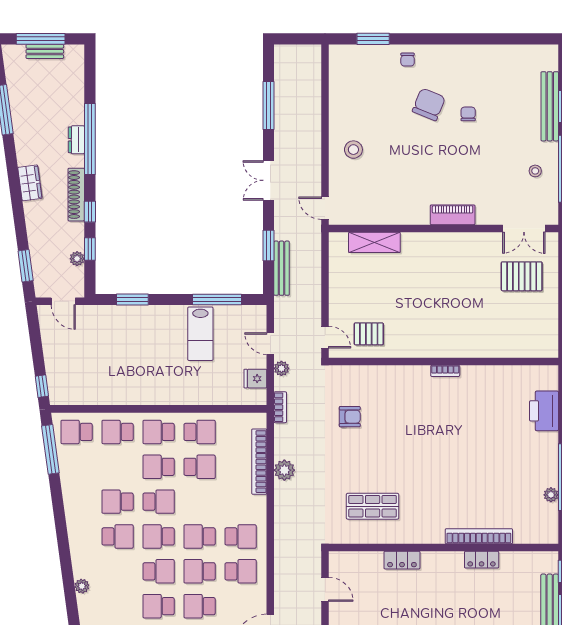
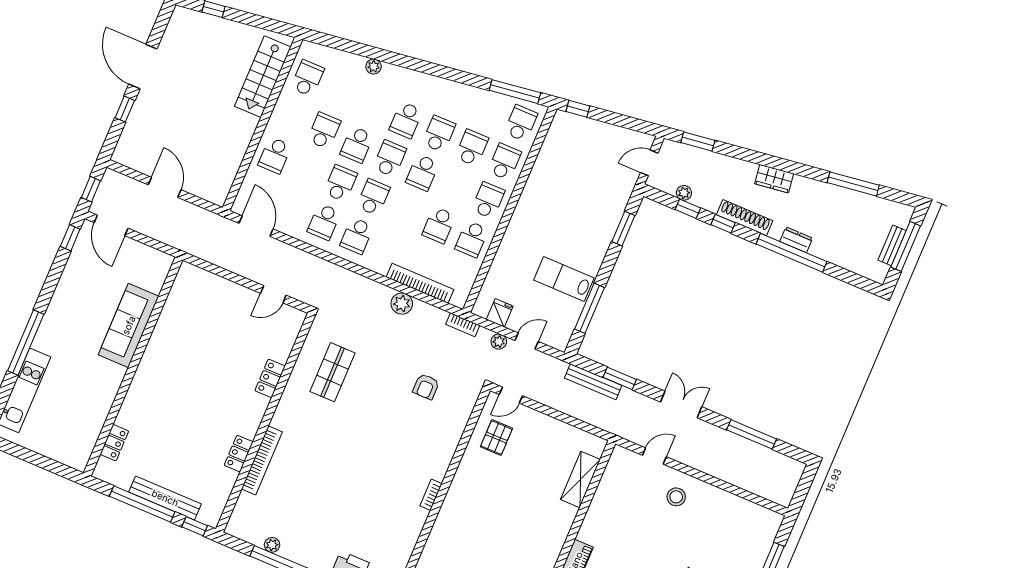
door: (325, 208) -> (654, 456), moved
school desk: (159, 467) -> (472, 148), moved
school desk: (200, 606) -> (308, 169), removed

